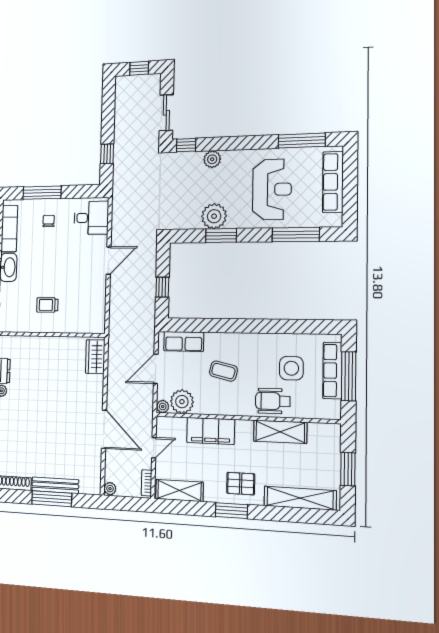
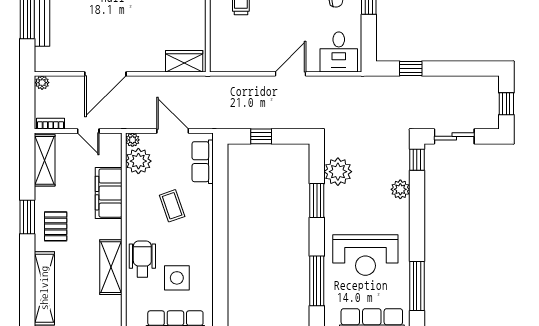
plant: (214, 216) -> (338, 172), moved
door: (109, 261) -> (291, 74), swing flipped
coffee table: (223, 371) -> (172, 206), turned -32

